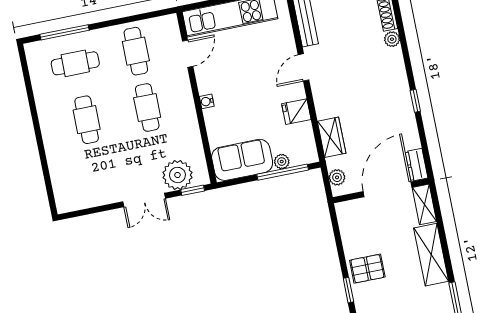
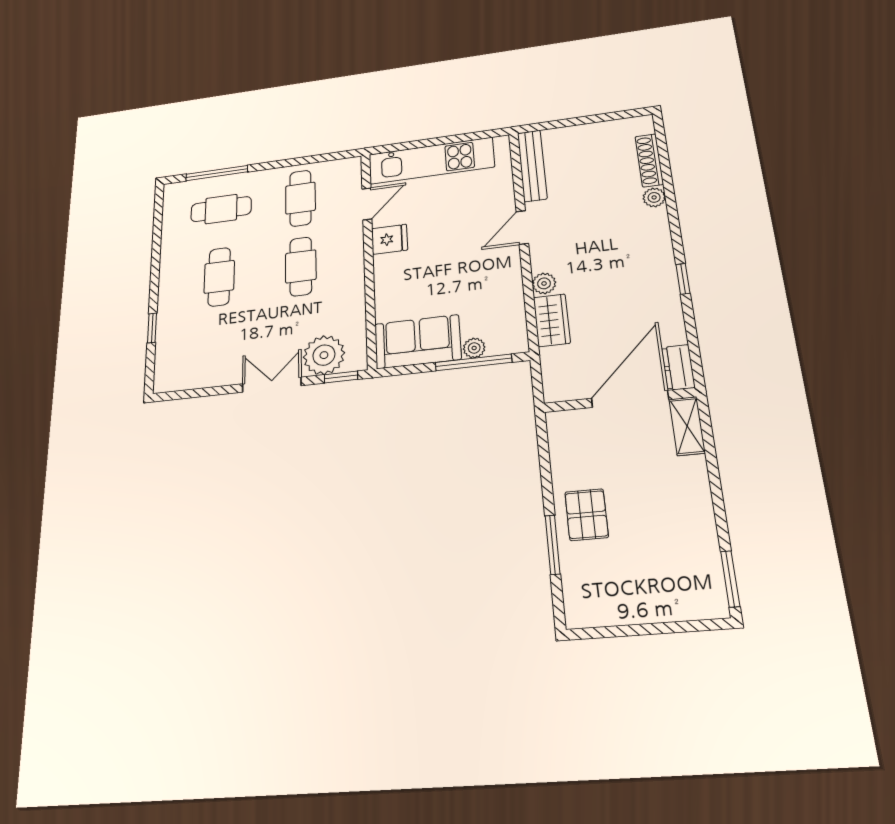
water cooler: (207, 101) -> (382, 263), removed
fridge: (296, 112) -> (390, 239), moved, turned 180
window: (44, 164) -> (152, 328), added
plant: (337, 177) -> (544, 283), moved
double door: (144, 200) -> (272, 385), swing flipped
shelving: (431, 255) -> (693, 504), removed
pallet: (367, 269) -> (587, 515), turned 90
window: (348, 290) -> (553, 545), width x1.50

